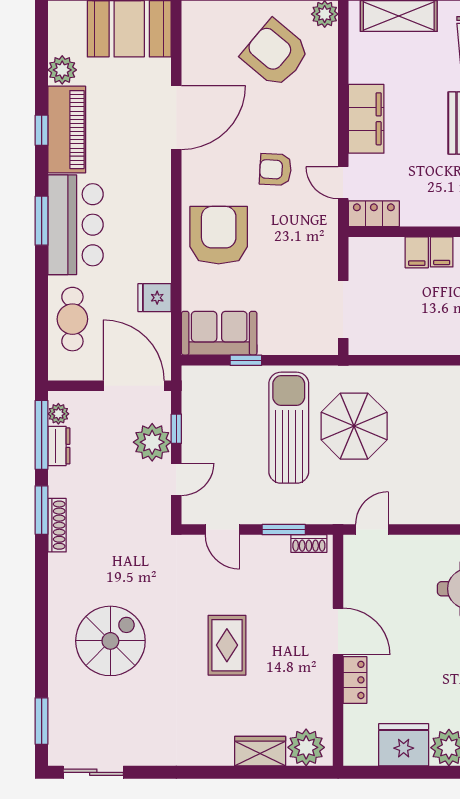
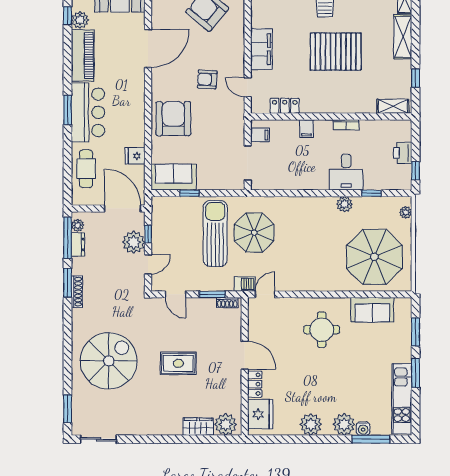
window: (42, 130) -> (68, 16), moved
locker: (374, 214) -> (285, 106), moved
filing cabinet: (417, 252) -> (260, 135), moved, turned -90
barbecue: (338, 512) -> (245, 284), added
spiral stairs: (110, 641) -> (109, 361), width x1.37, depth x1.37
rug: (227, 645) -> (178, 363), turned 90
fridge: (404, 745) -> (260, 414), moved, turned 90

